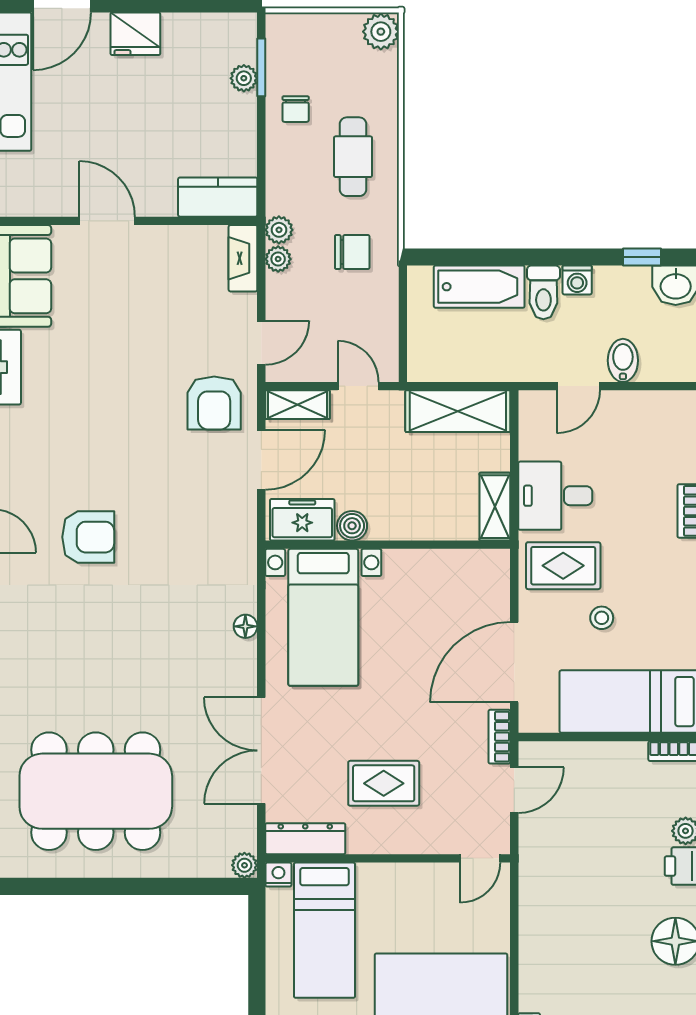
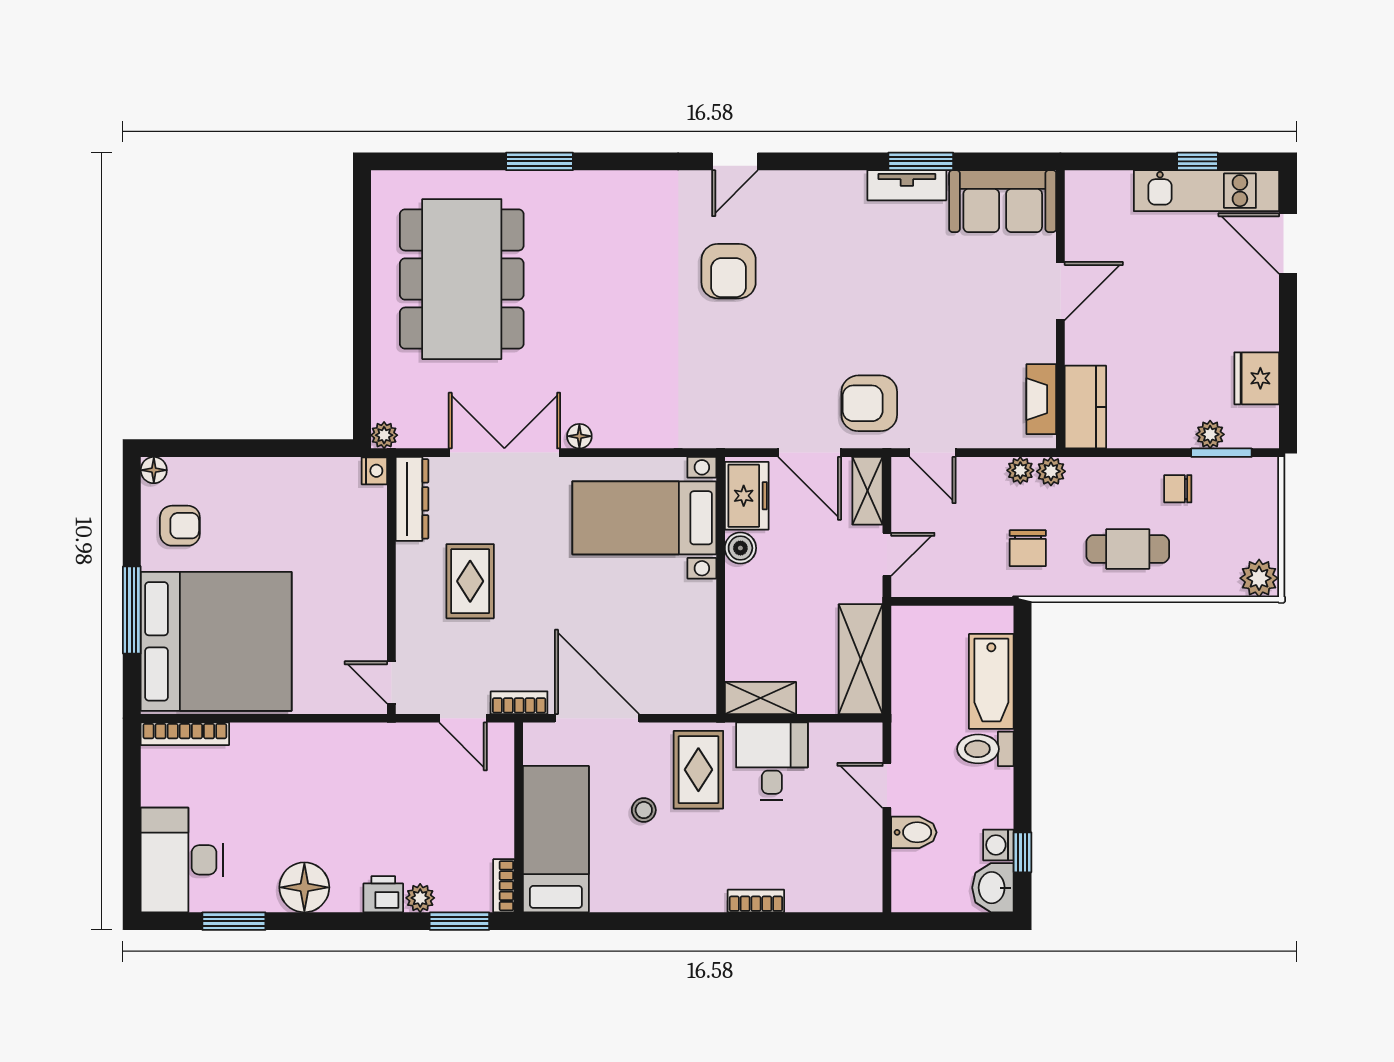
fridge: (135, 34) -> (1257, 378), moved
fireplace: (243, 258) -> (1041, 399), moved, turned -90
washing machine: (577, 280) -> (998, 845), moved
floor lamp: (245, 626) -> (579, 436), moved
bed: (325, 930) -> (316, 519), removed

